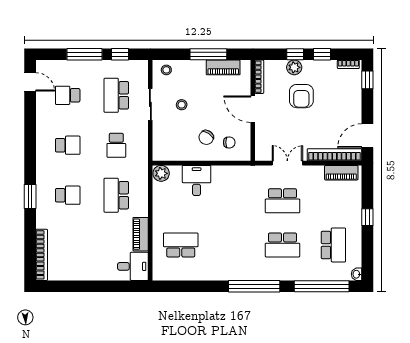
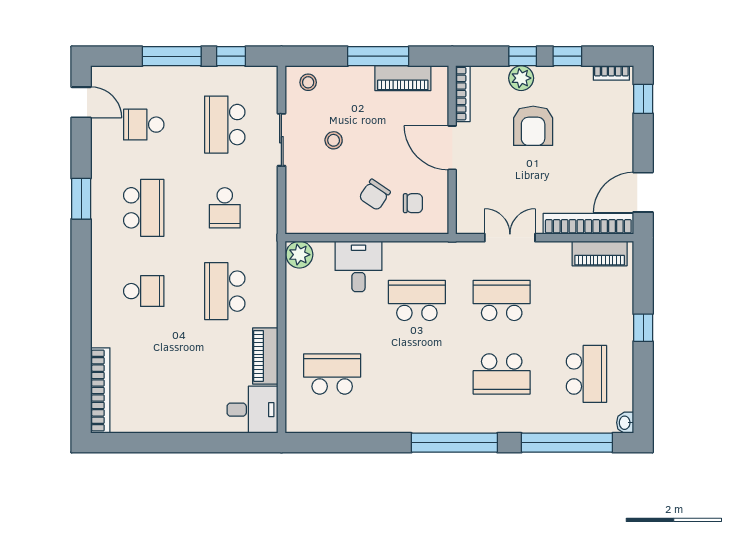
school desk: (68, 145) -> (144, 208), width x1.85
window: (30, 196) -> (81, 199), moved
school desk: (232, 201) -> (417, 300), added
school desk: (283, 201) -> (502, 300), turned 180

